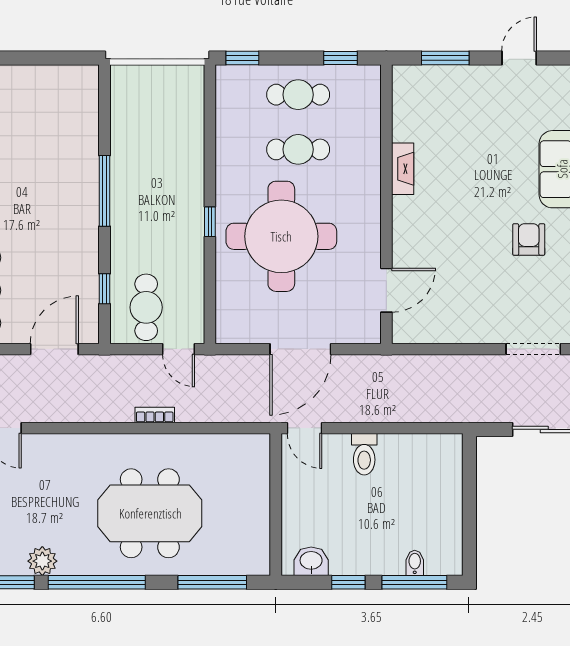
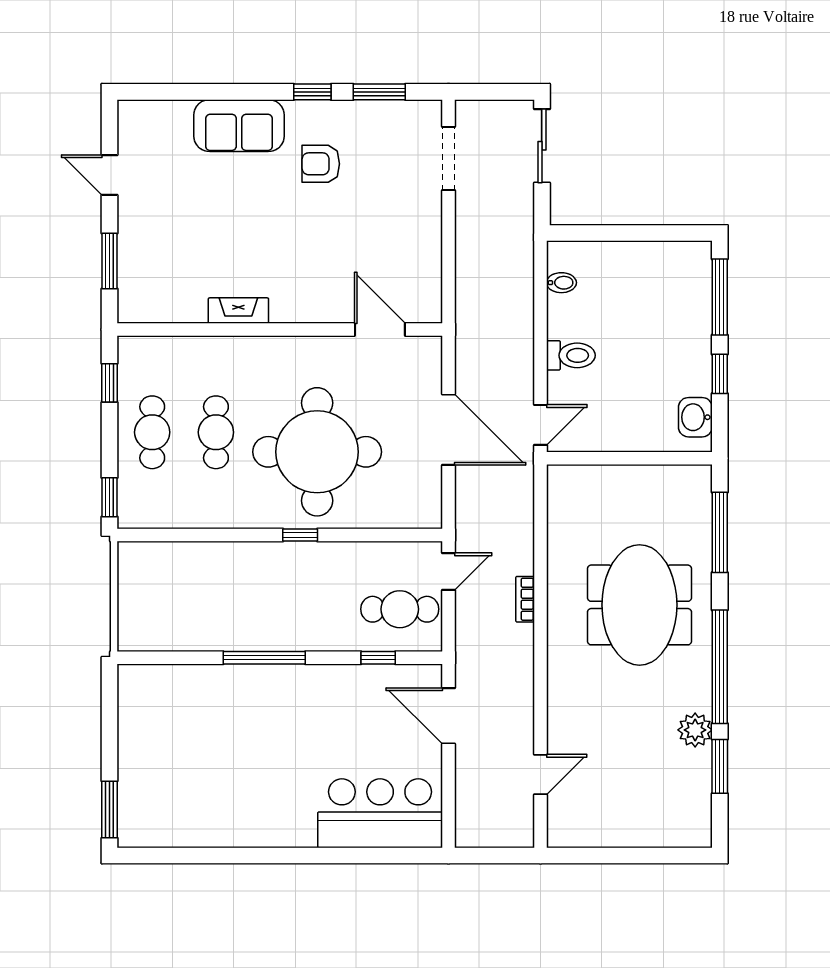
bidet: (415, 563) -> (561, 283), moved, turned 180

